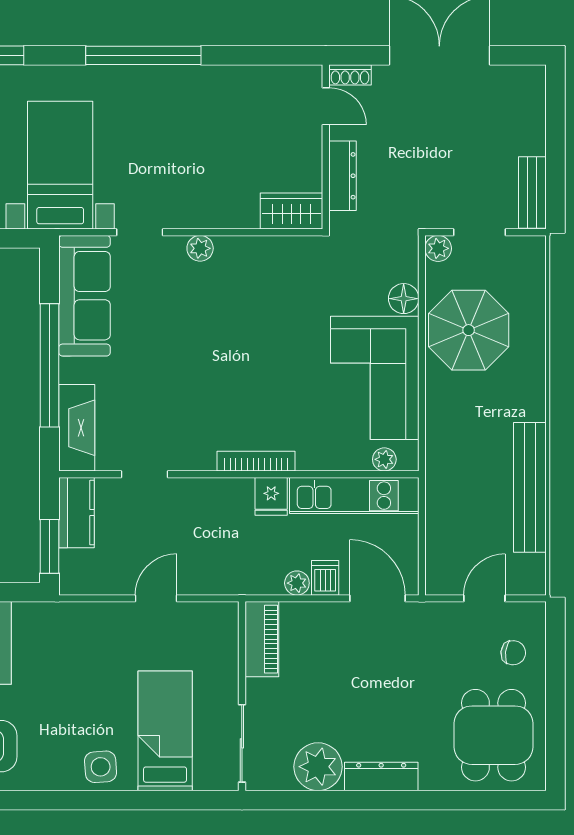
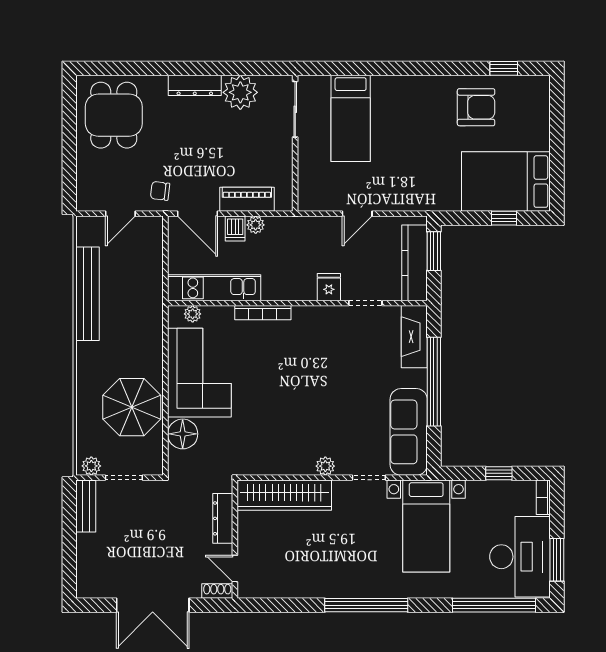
wardrobe: (291, 211) -> (284, 495), width x2.10, depth x1.17
plant: (438, 248) -> (91, 466), moved
floor lamp: (404, 299) -> (183, 434), width x1.38, depth x1.38
bookcase: (256, 461) -> (263, 313), moved
fridge: (271, 496) -> (329, 287), moved
kitchen counter: (76, 513) -> (414, 263), width x1.50
piano: (262, 639) -> (247, 199), moved, turned 90
chair: (513, 653) -> (160, 191), moved
side table: (101, 767) -> (397, 92), removed

